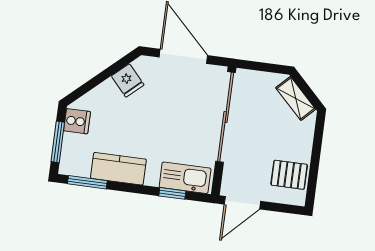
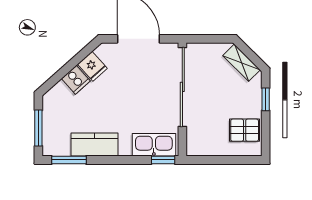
cooker: (77, 121) -> (76, 80), moved, turned 48
window: (317, 143) -> (266, 99), added
window: (172, 193) -> (163, 160), moved
door: (242, 203) -> (207, 160), removed

